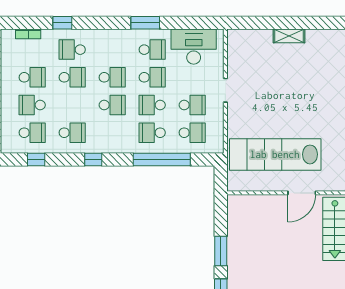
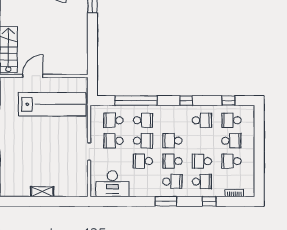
window: (145, 23) -> (166, 201), moved
school desk: (152, 50) -> (172, 182), moved, turned 180
school desk: (72, 133) -> (202, 120), turned 180
window: (221, 251) -> (92, 33), removed

